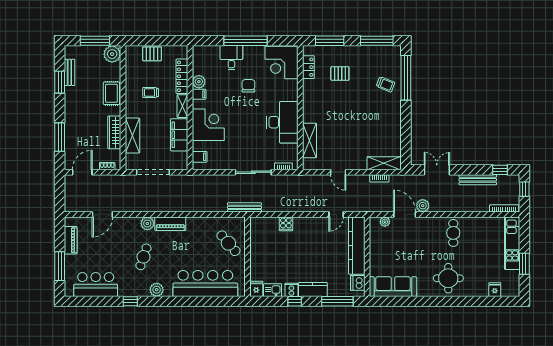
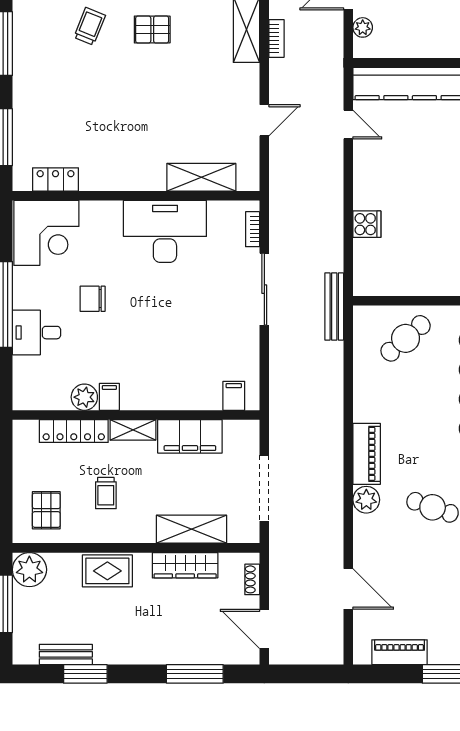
pallet: (152, 54) -> (46, 510), moved
pallet: (340, 74) -> (152, 30), moved, turned 90
corner desk: (208, 125) -> (170, 379), removed

